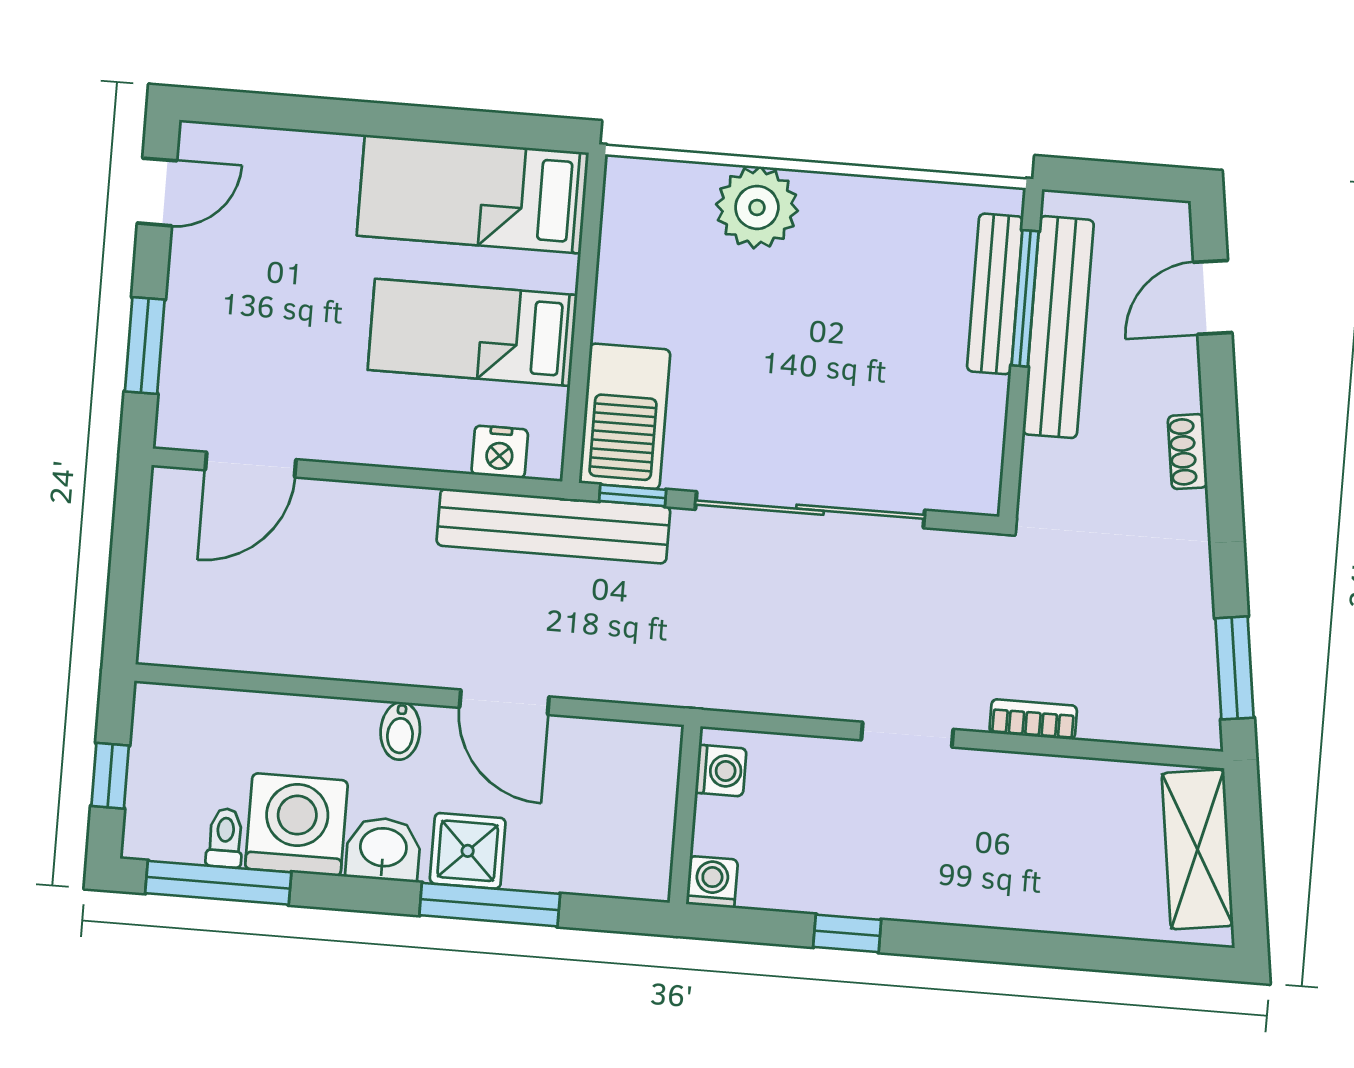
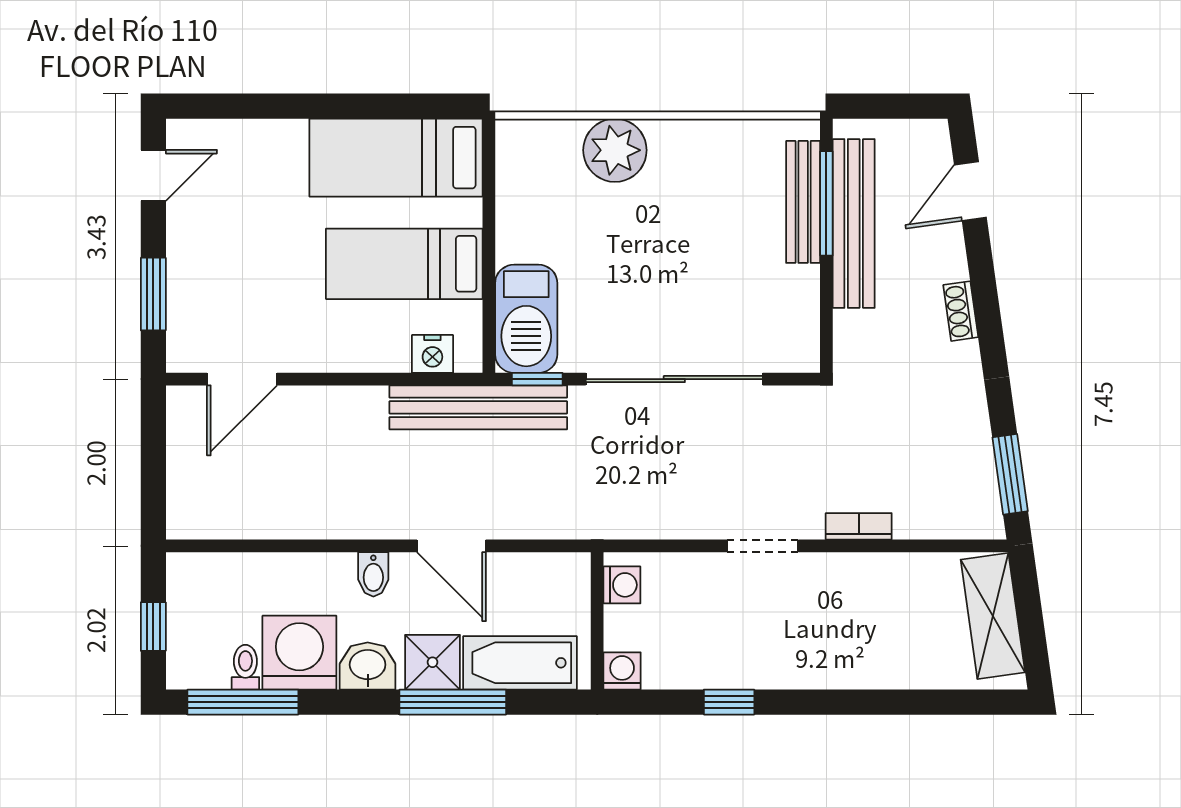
bathtub: (581, 861) -> (520, 663), added

